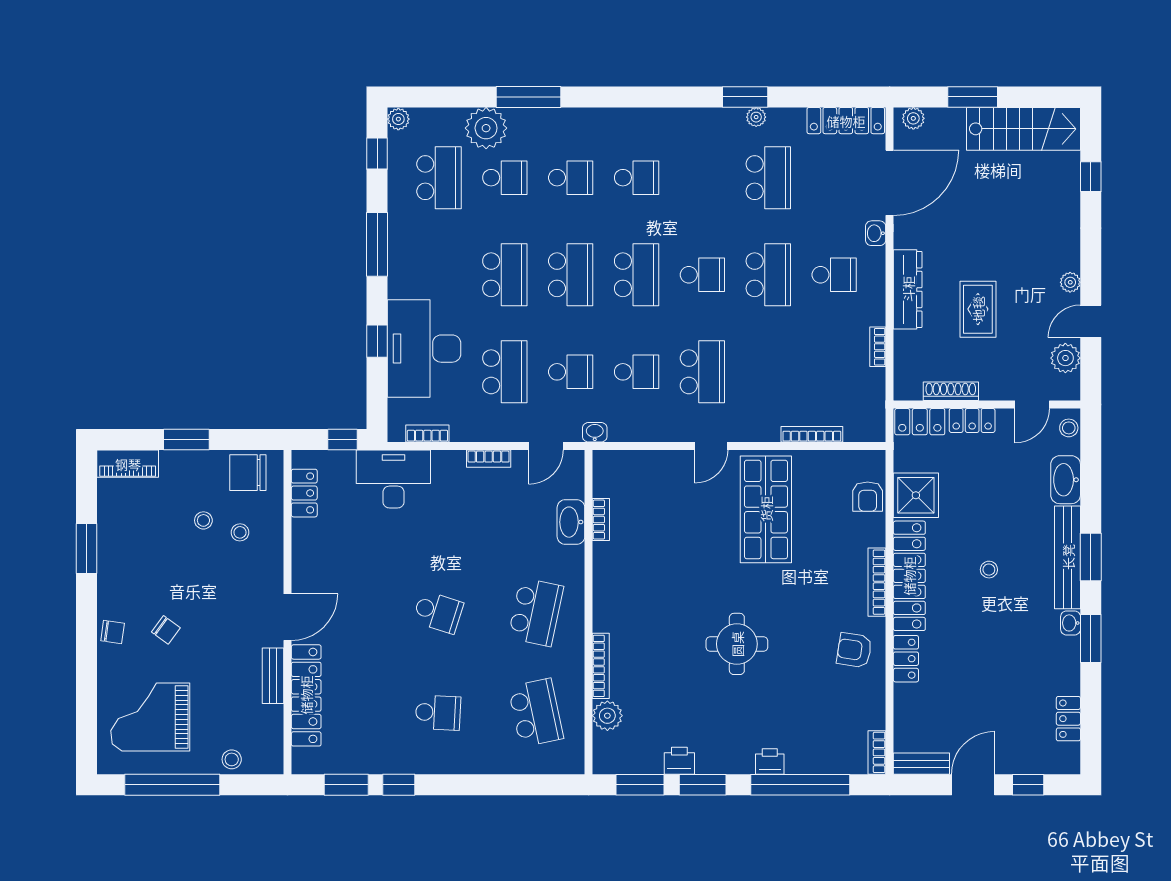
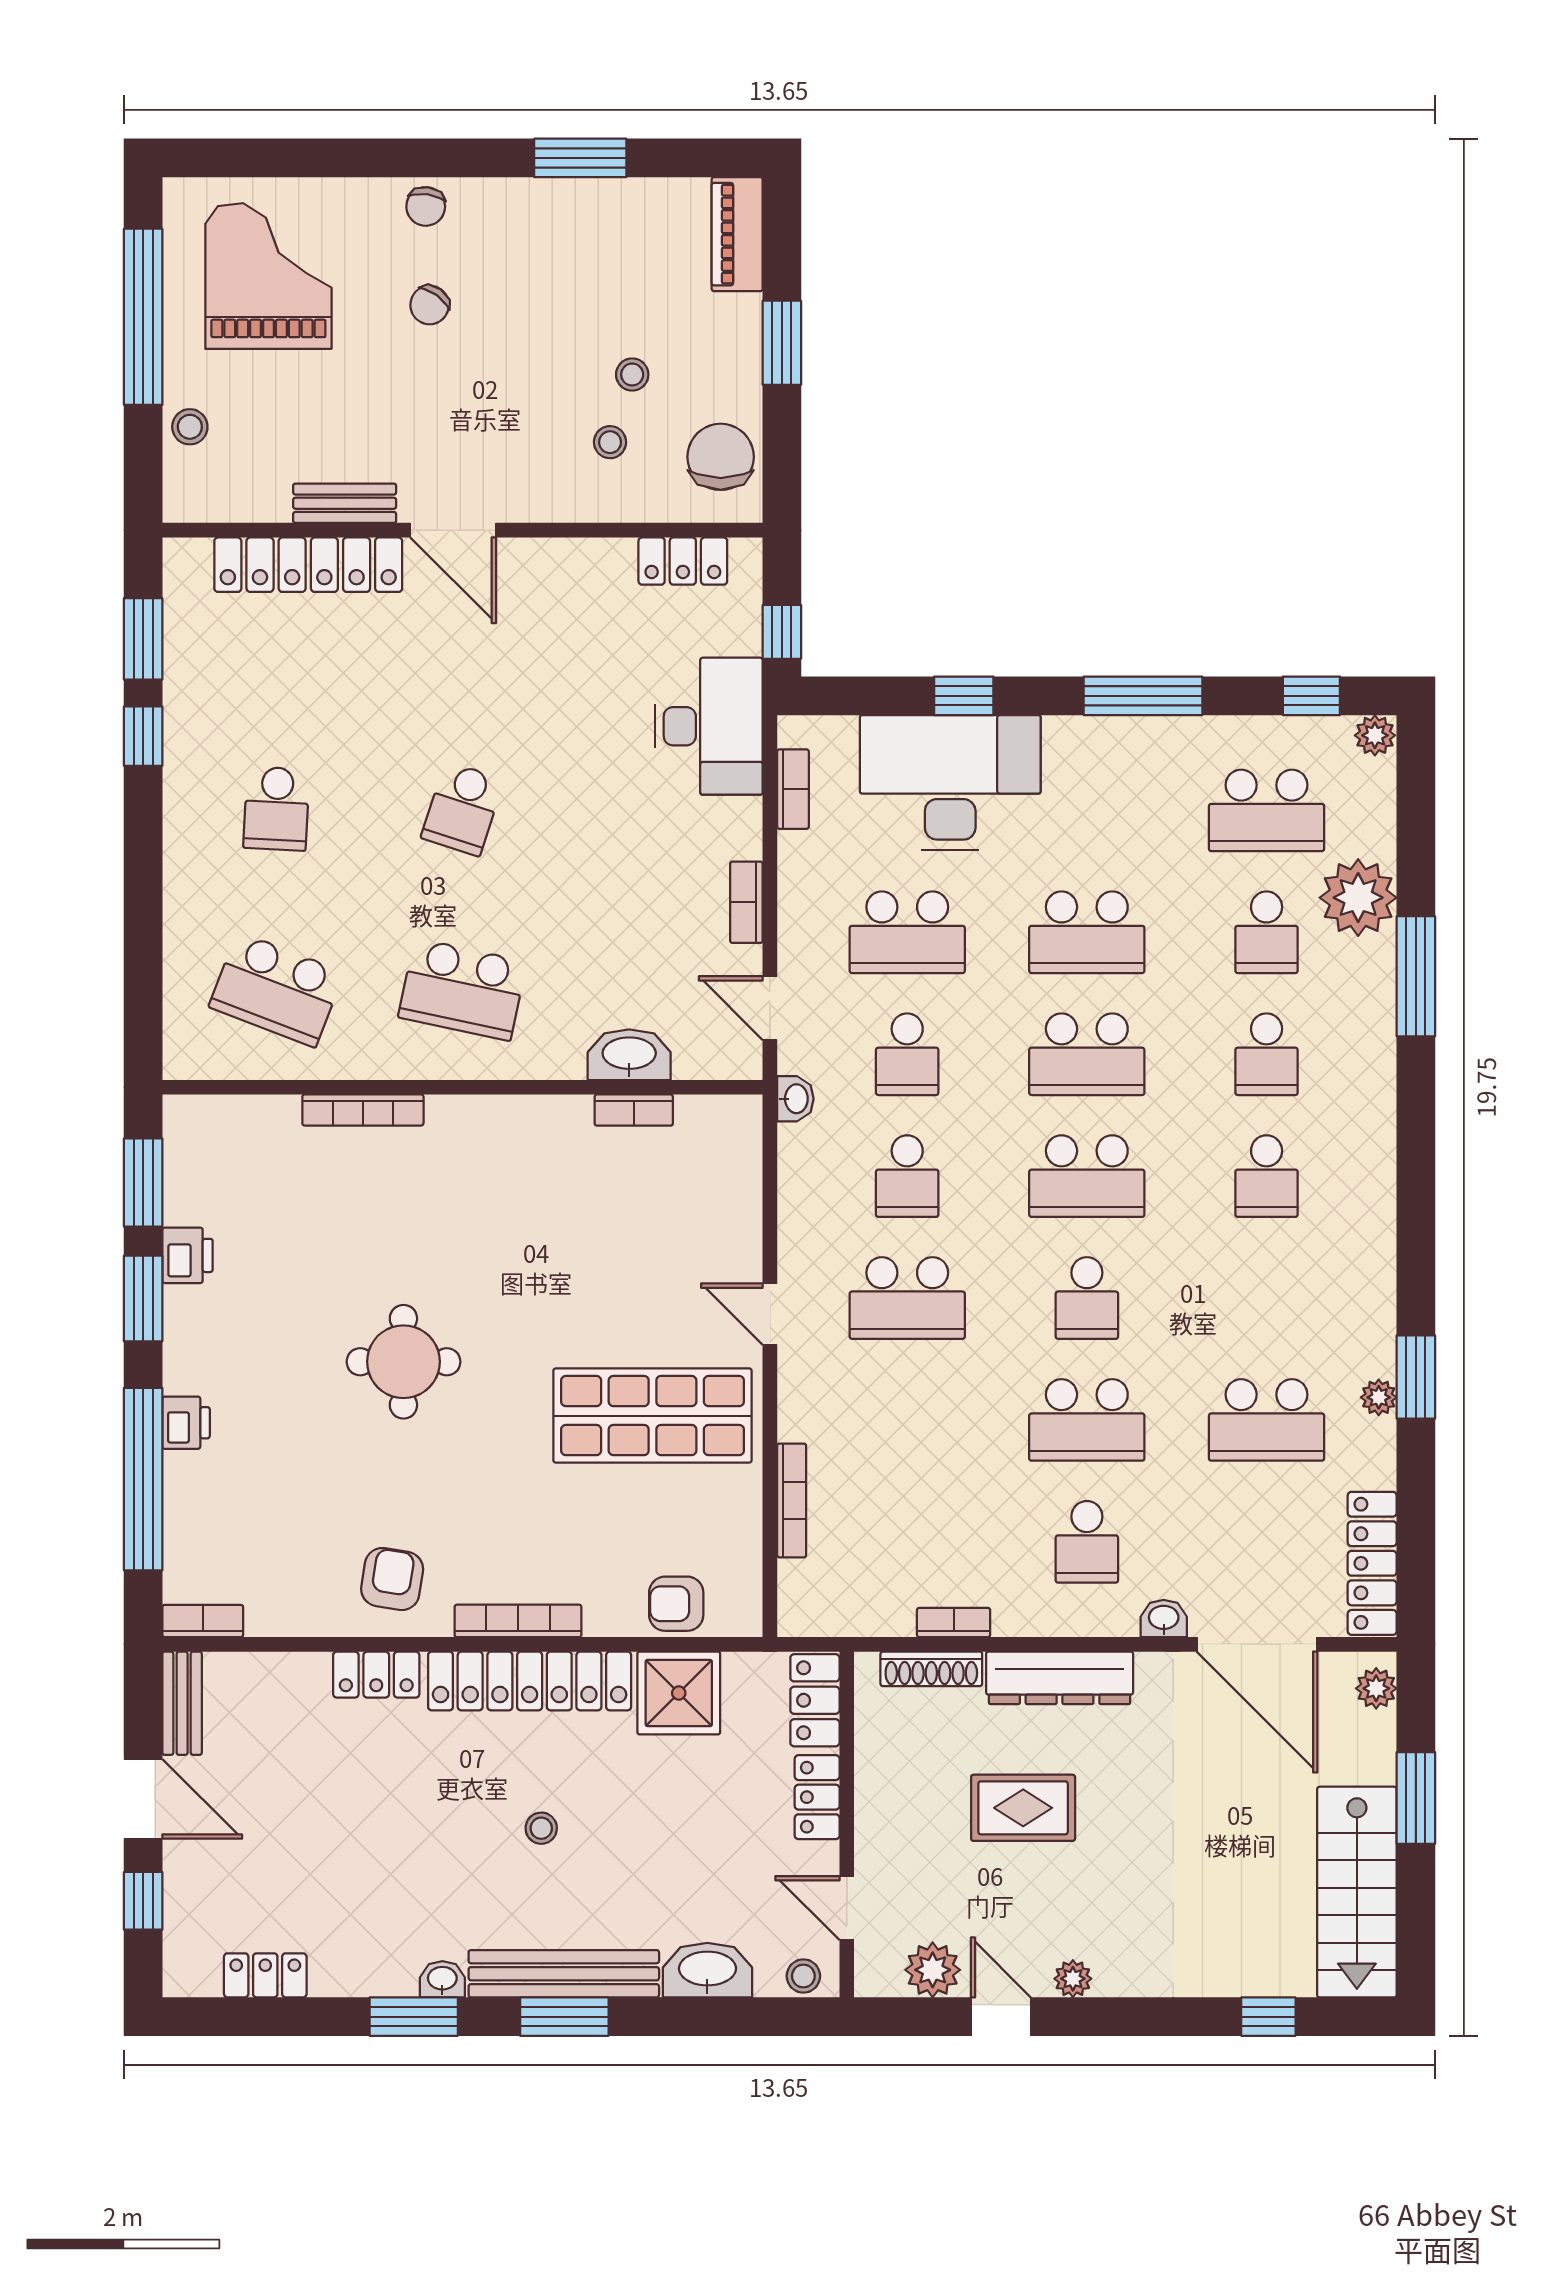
shoe rack: (951, 391) -> (931, 1669), moved, turned 90
school desk: (536, 713) -> (276, 990), turned 33
plant: (607, 716) -> (271, 1122), removed

